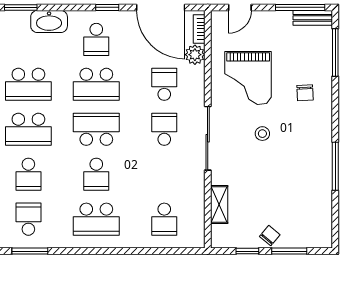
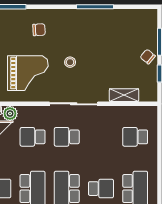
school desk: (164, 219) -> (135, 137), turned 180

